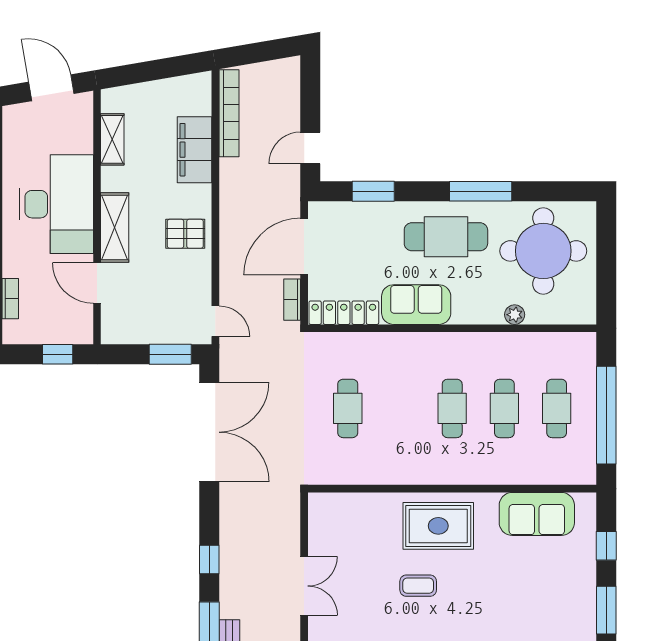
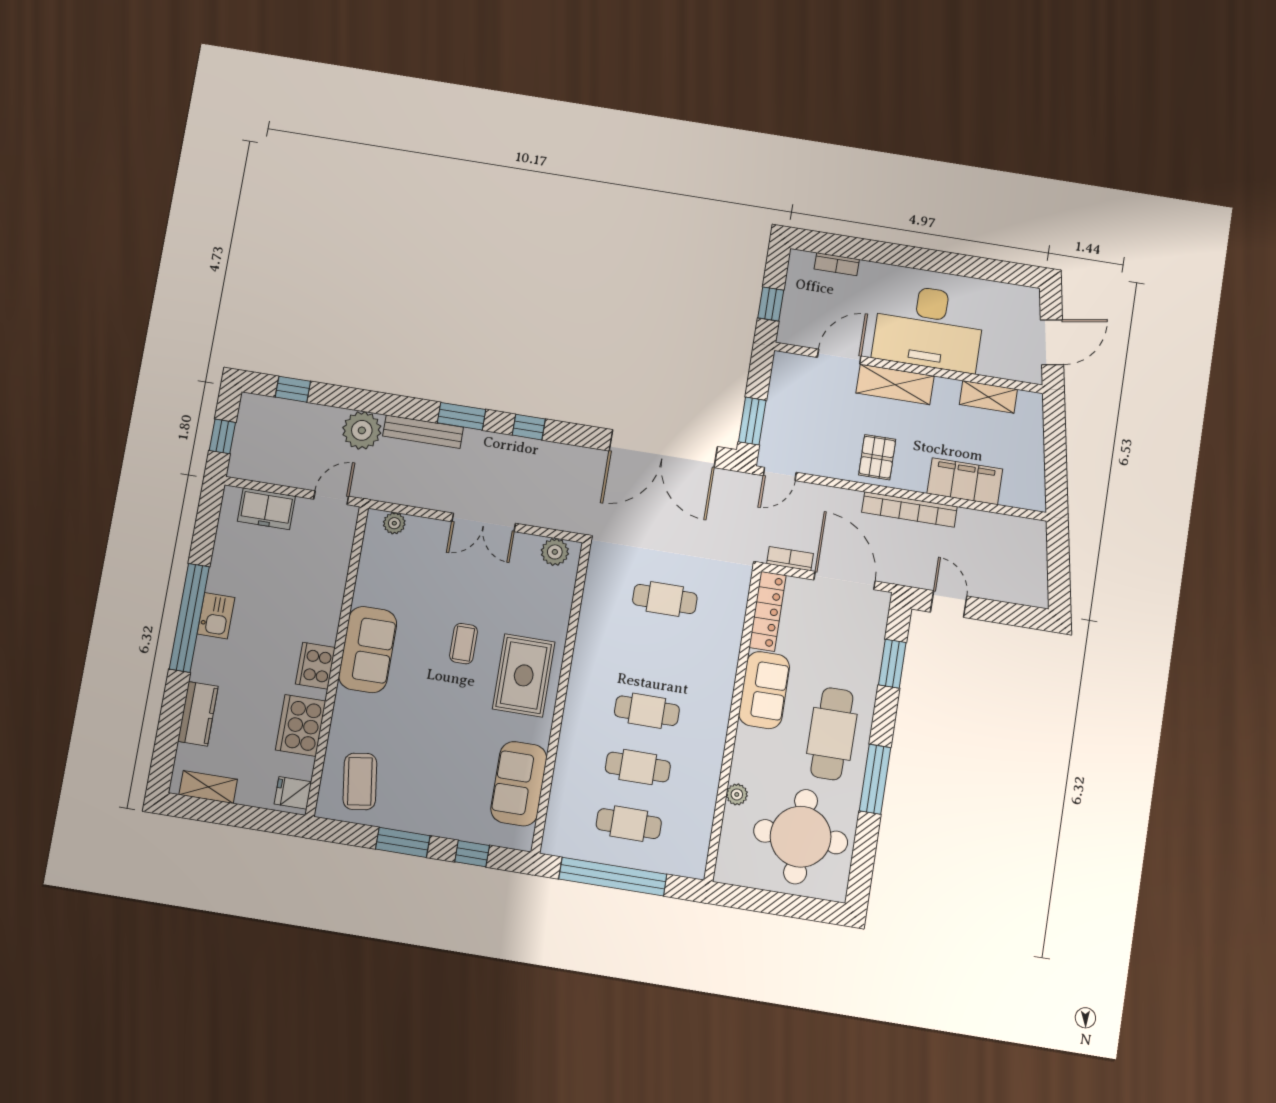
bookcase: (229, 113) -> (909, 509), moved
plant: (321, 516) -> (555, 552), added

